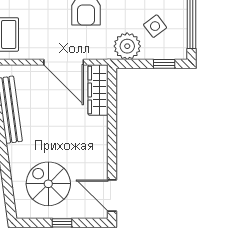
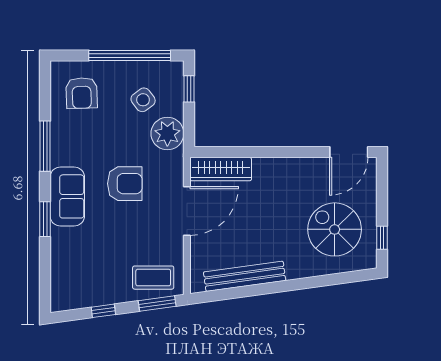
spiral stairs: (48, 184) -> (335, 229), turned 90
window: (62, 223) -> (382, 238), moved

